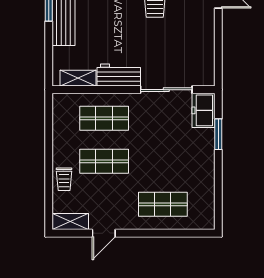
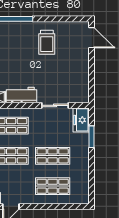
sliding door: (166, 90) -> (55, 105), width x0.73
shop shelf: (163, 161) -> (53, 156), added

